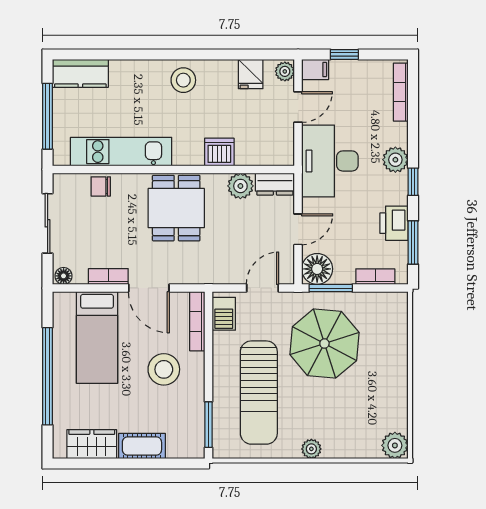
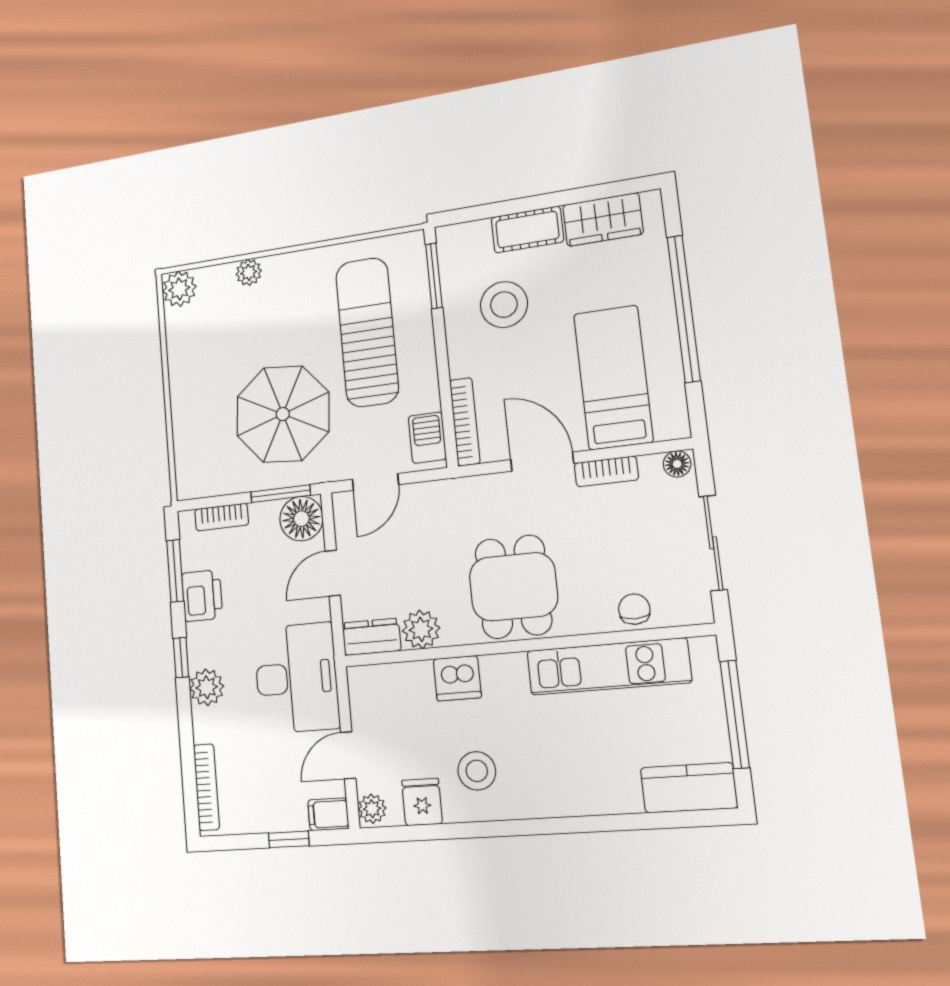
stool: (183, 80) -> (477, 771), moved
chair: (101, 186) -> (634, 609), turned -90
stool: (164, 369) -> (504, 305), moved
plant: (311, 449) -> (249, 272), moved

